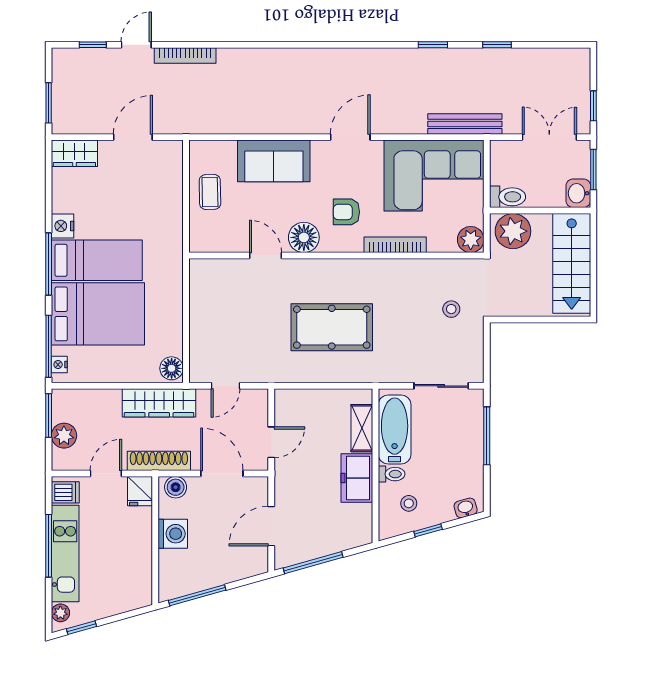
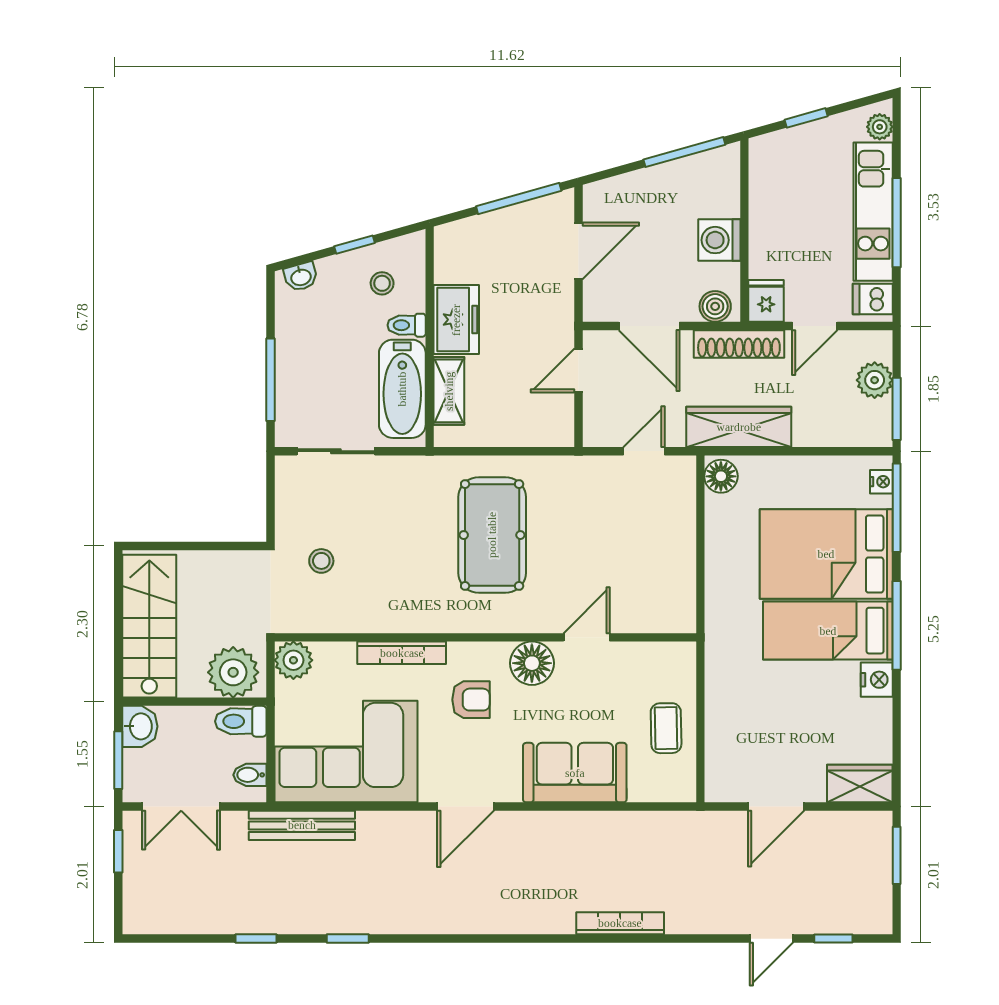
bookcase: (185, 55) -> (620, 923), moved
bidet: (501, 159) -> (250, 775), added
door: (266, 256) -> (587, 637), swing flipped
pool table: (332, 327) -> (492, 535), turned 90
window: (81, 628) -> (806, 118), moved

